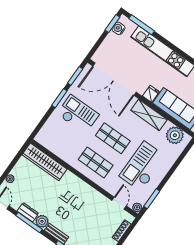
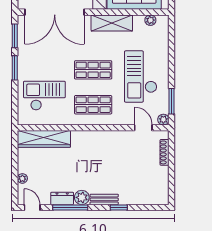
checkout: (78, 114) -> (44, 96), moved
plant: (175, 135) -> (150, 20), width x0.53, depth x0.53

